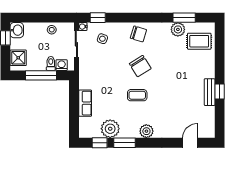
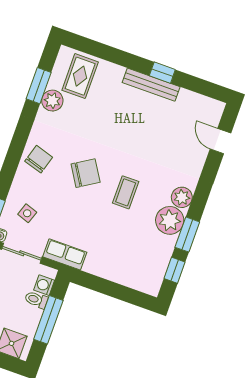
bench: (210, 92) -> (151, 85), width x1.36
row of seats: (85, 103) -> (65, 254), moved
plant: (110, 129) -> (170, 220), moved

